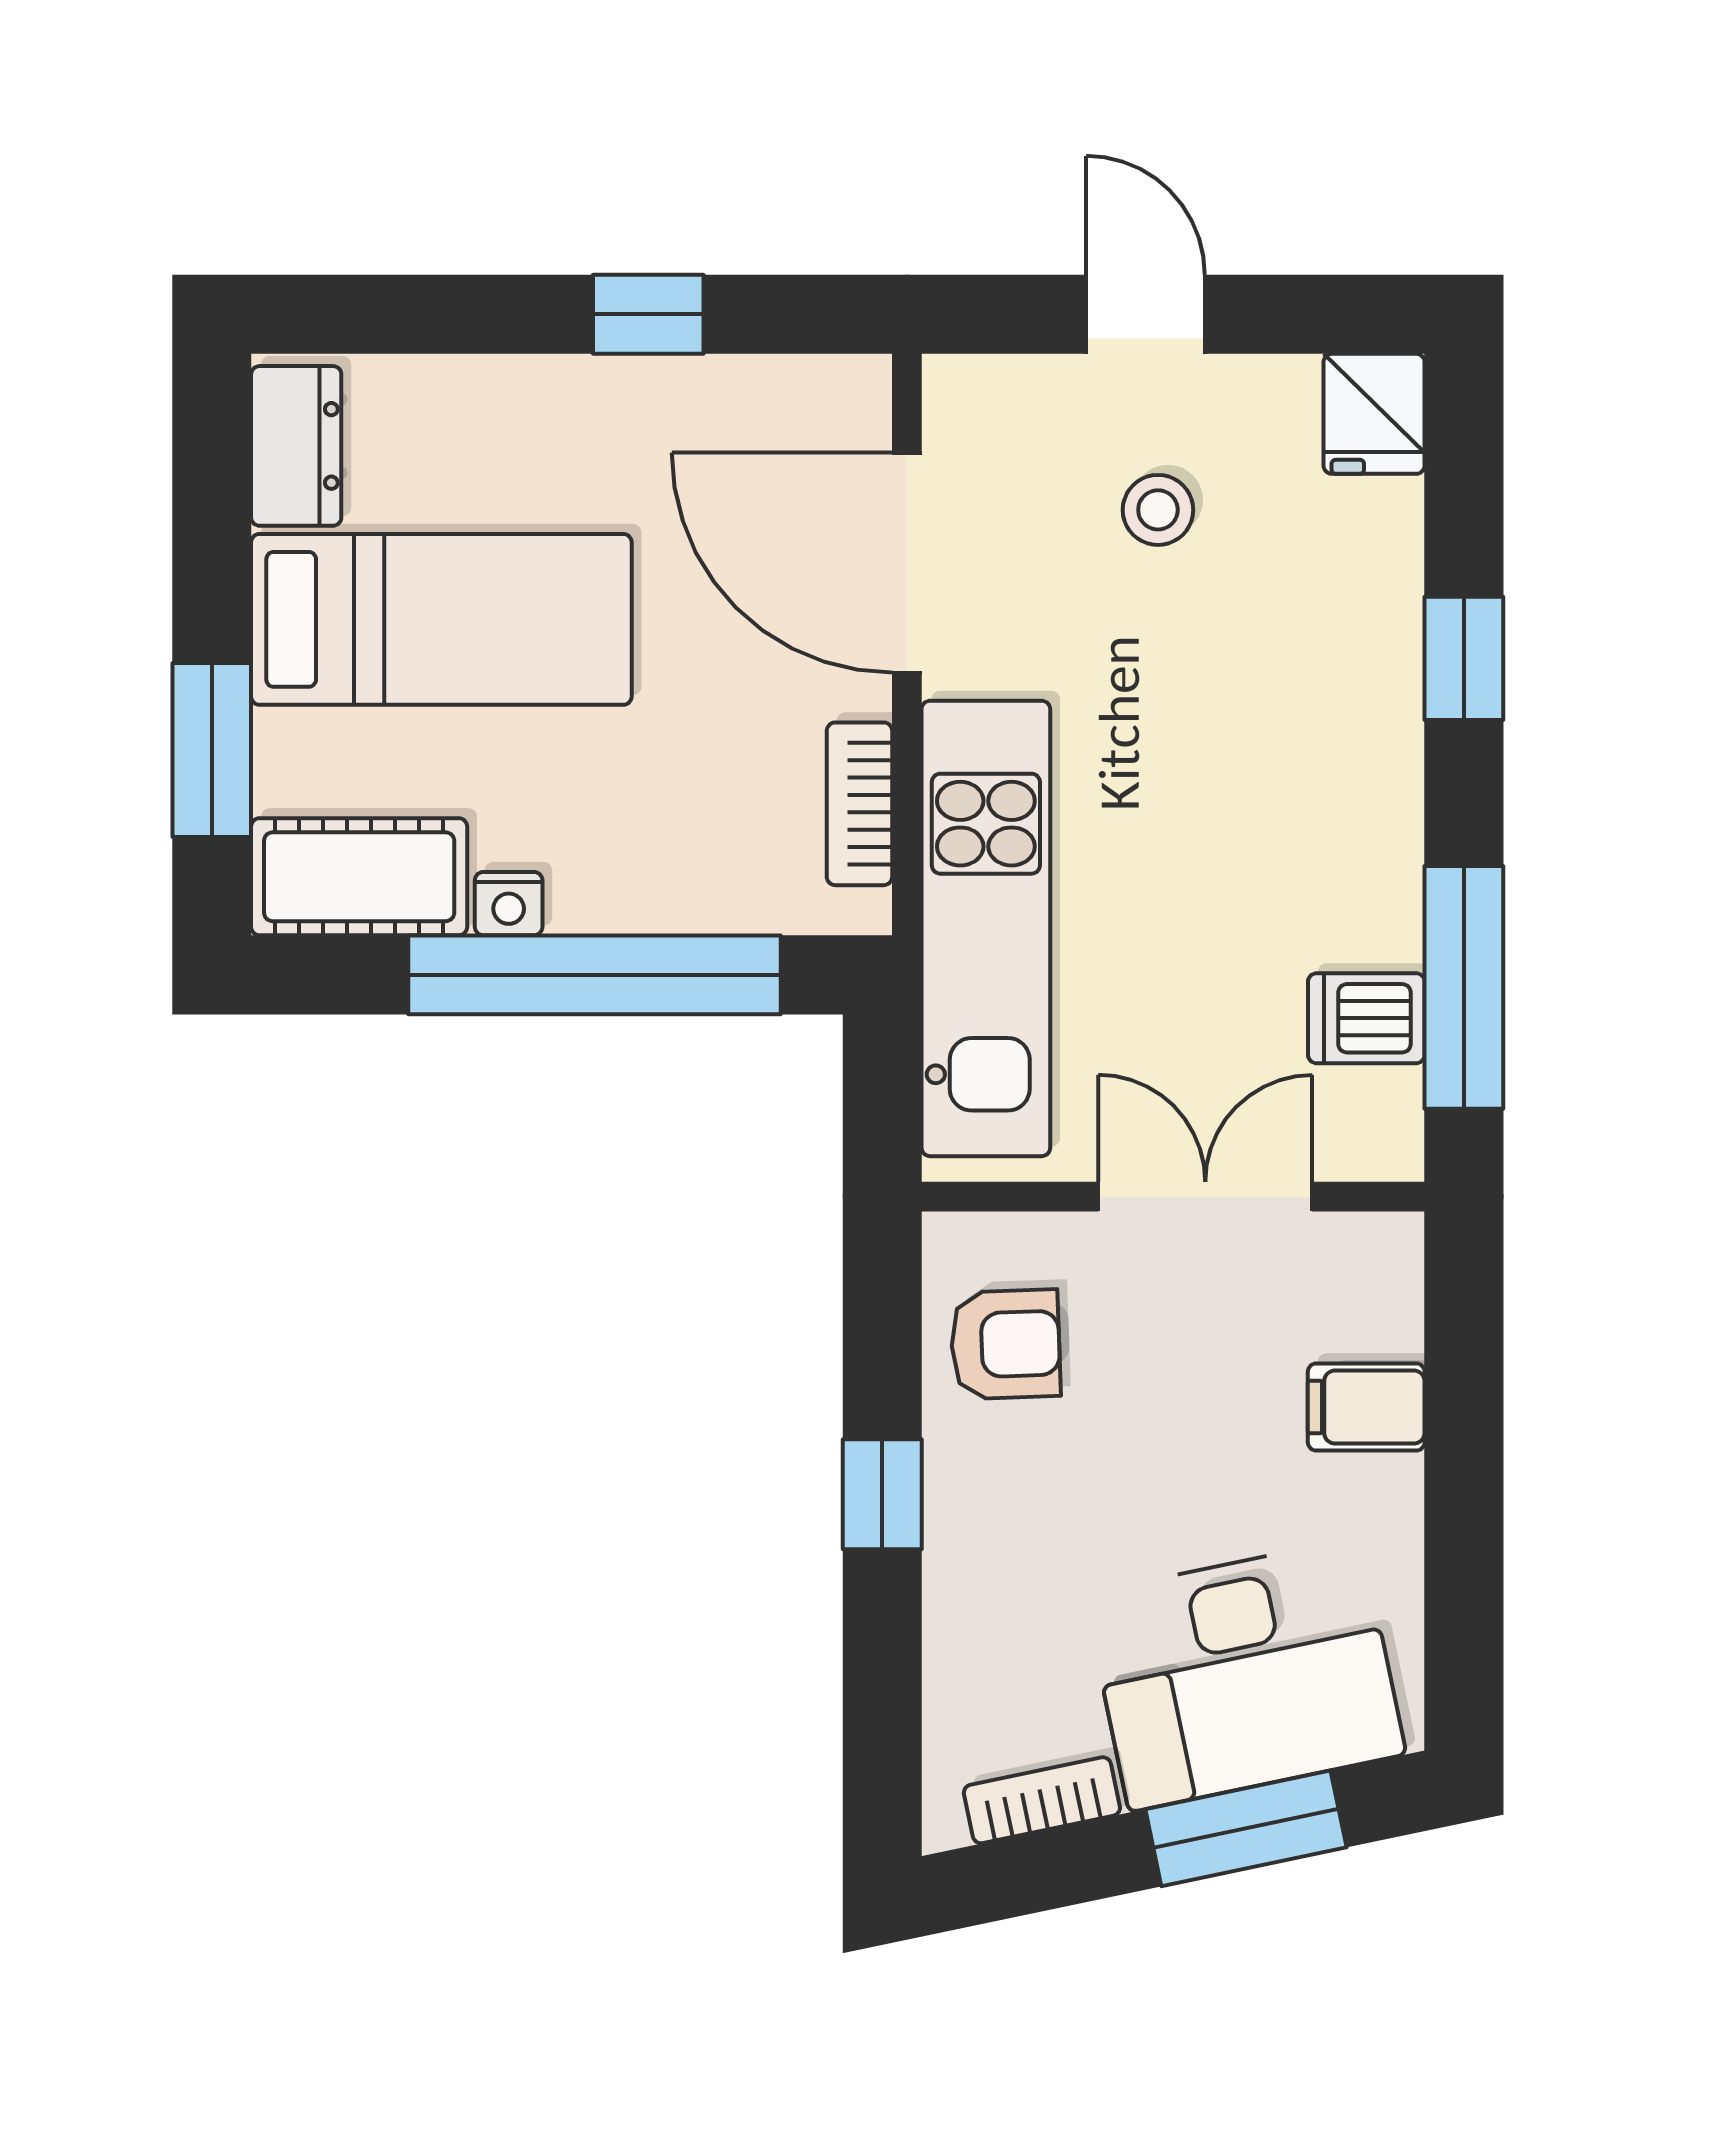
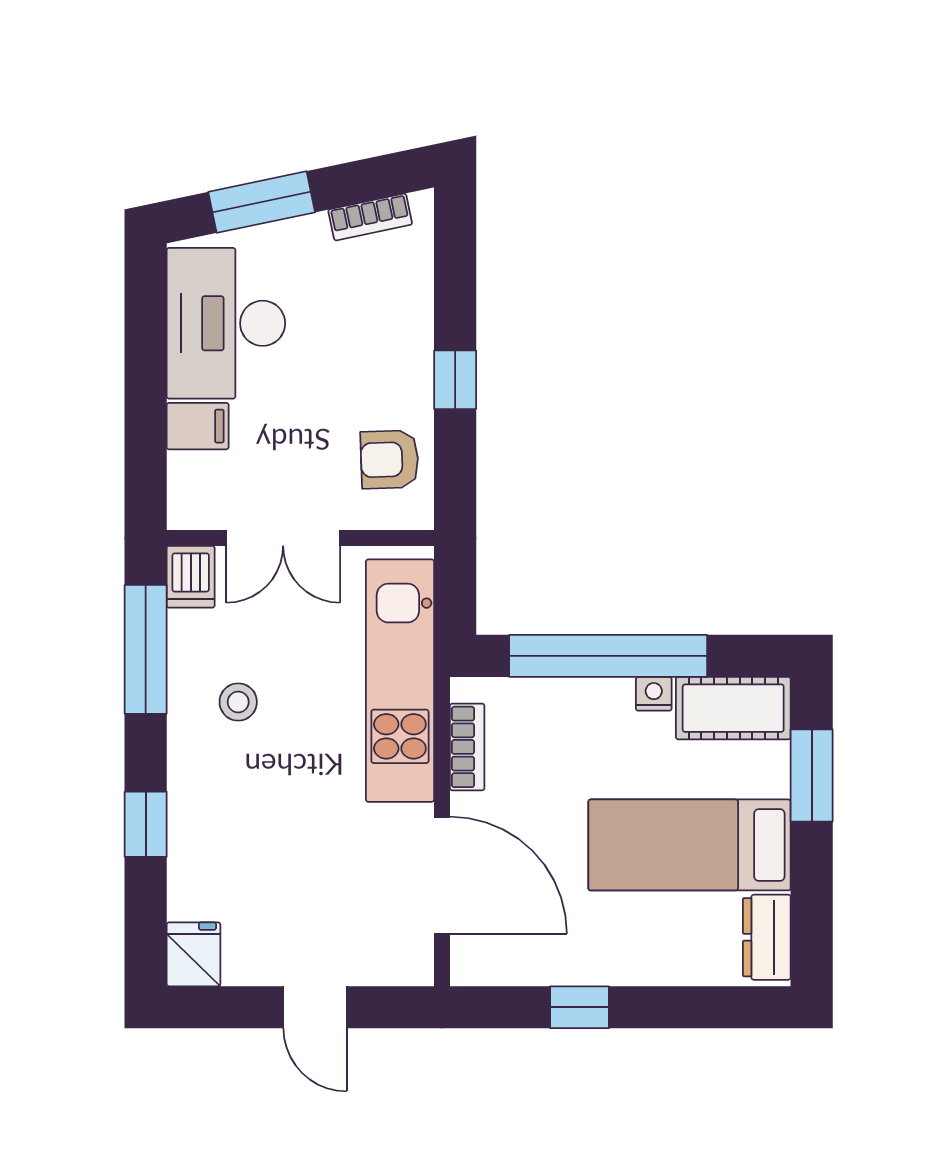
stool: (1158, 510) -> (238, 702), moved
dishwasher: (1366, 1018) -> (191, 577), moved, turned 90
desk: (1245, 1674) -> (226, 323), moved, turned -78

